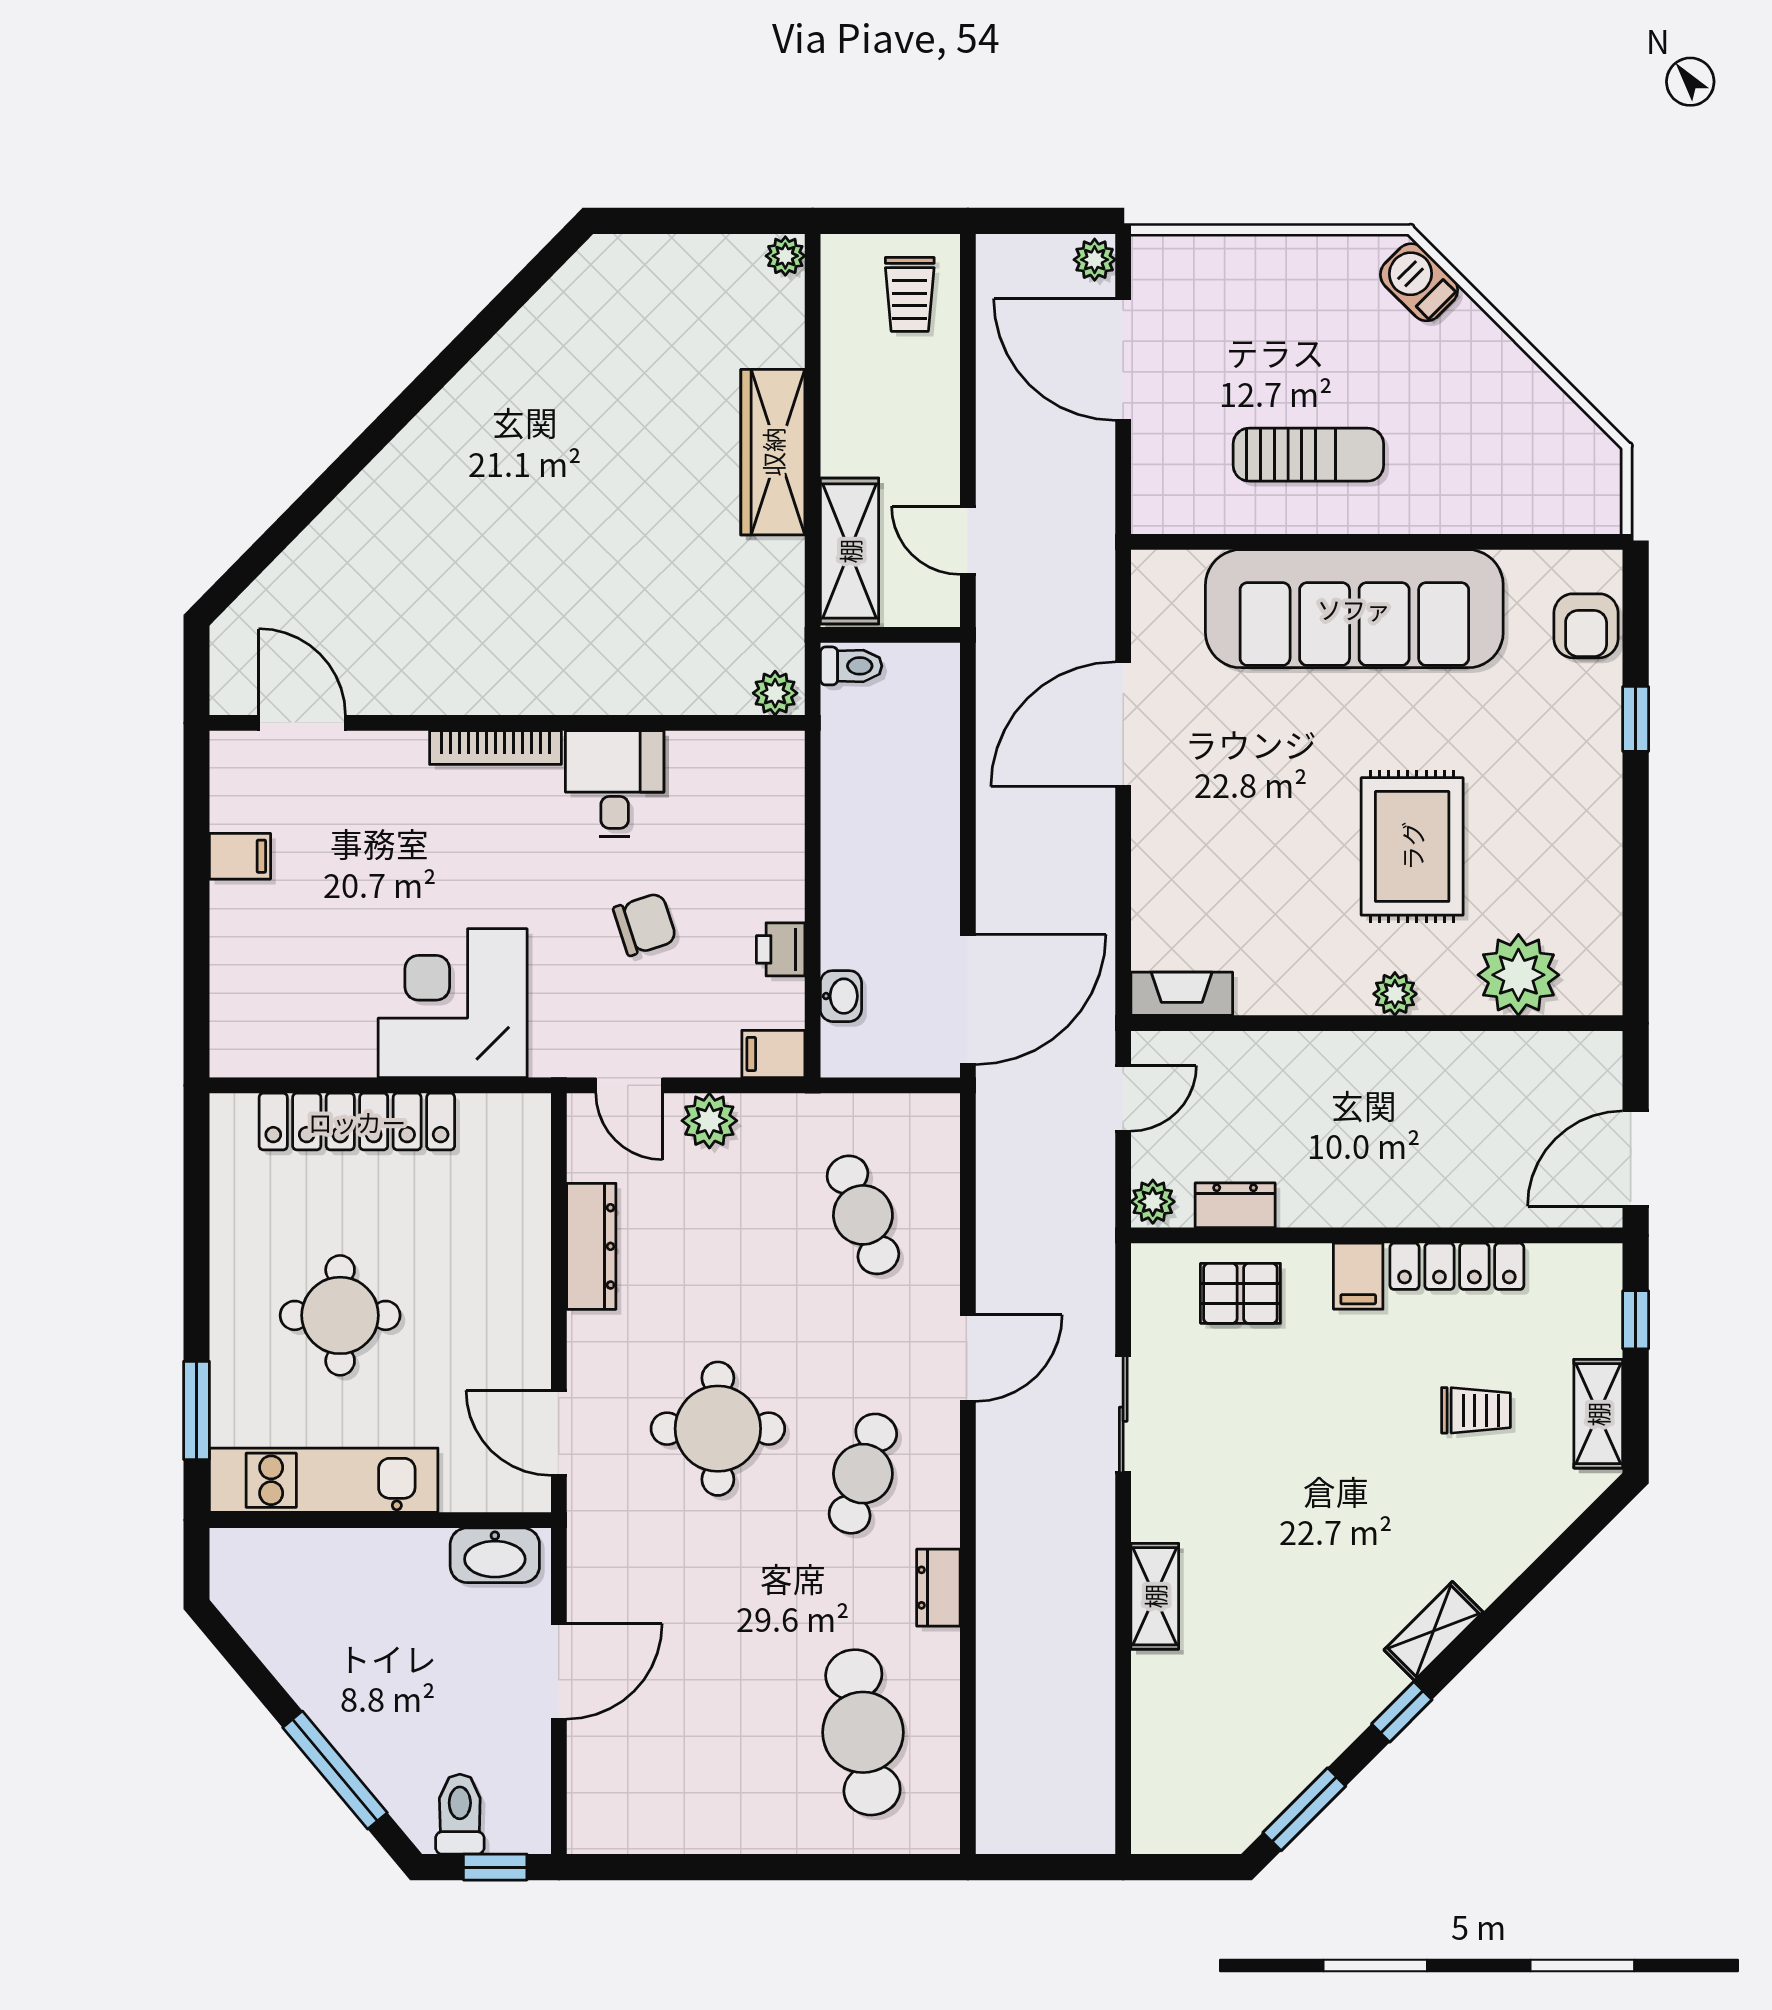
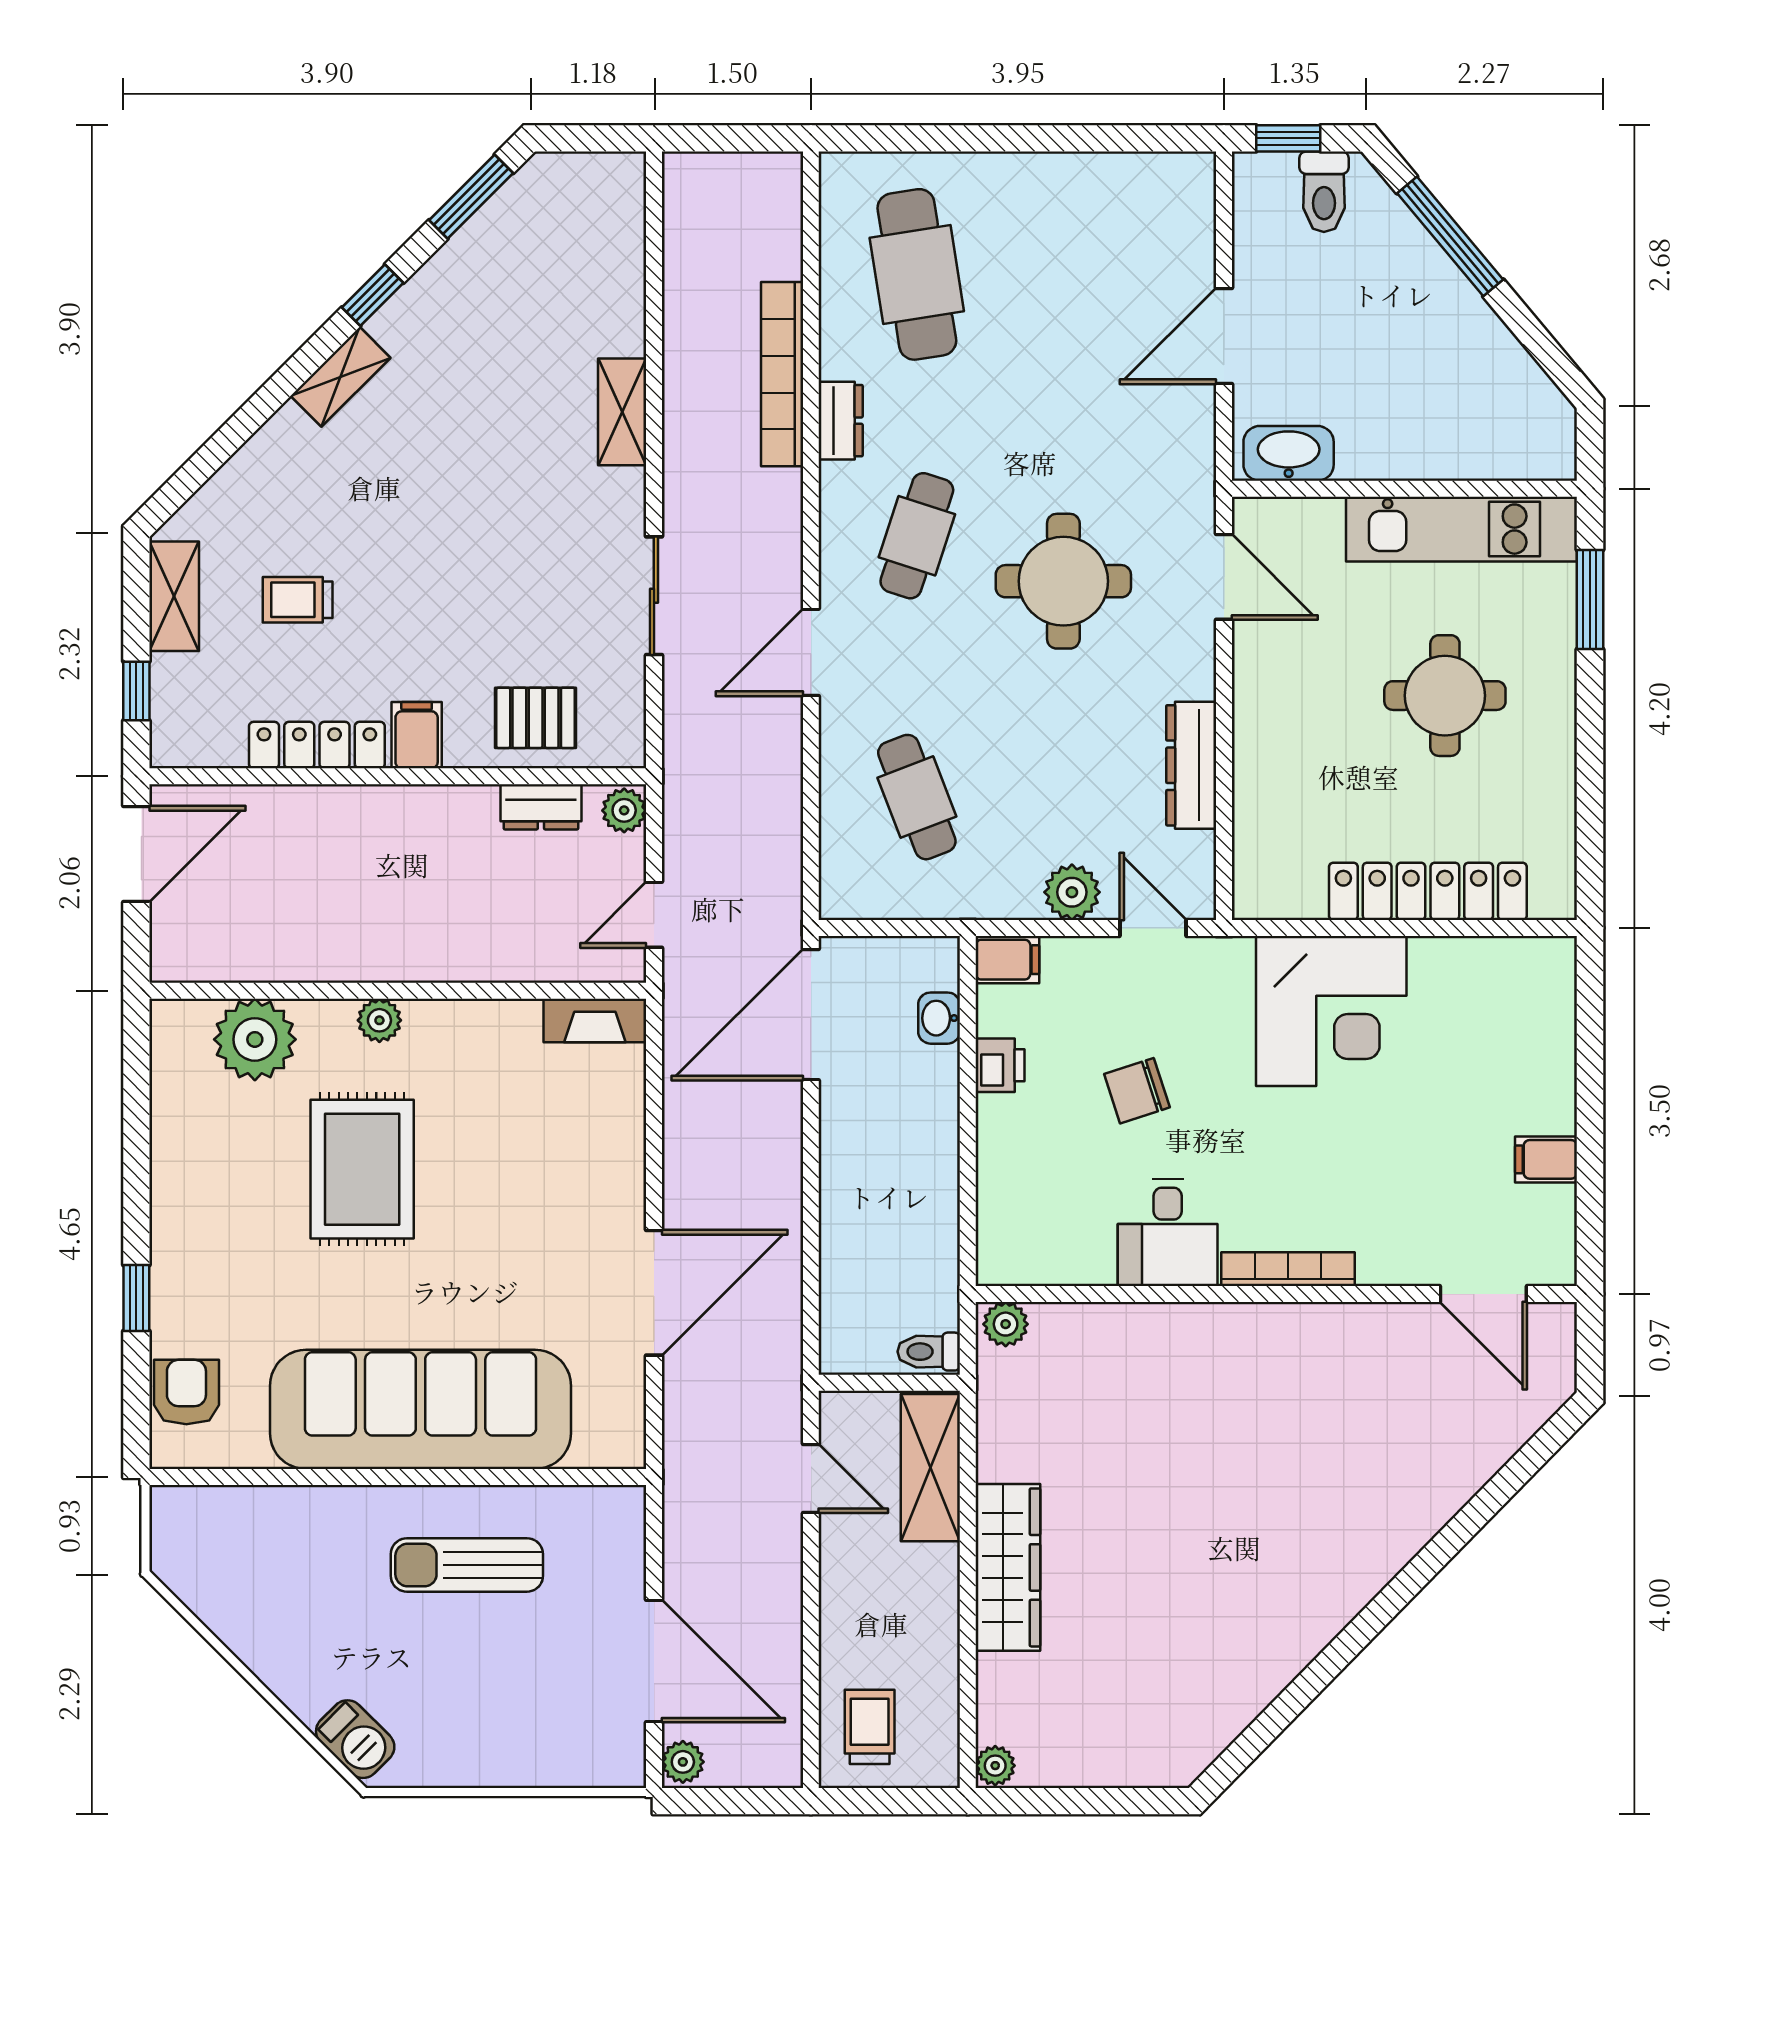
bookcase: (996, 1634) -> (782, 374), added

